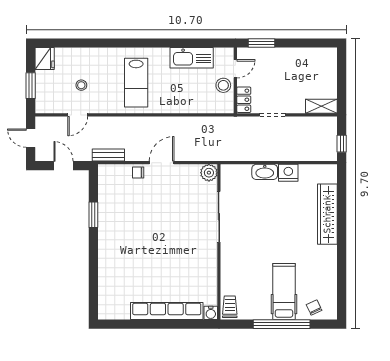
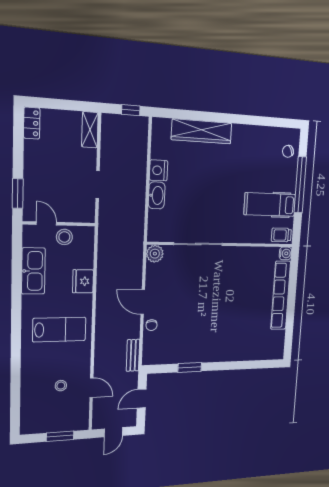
fridge: (45, 59) -> (83, 281), moved, turned -90
locker: (244, 100) -> (32, 123), moved, turned 90
hospital bed: (284, 292) -> (270, 205), moved

